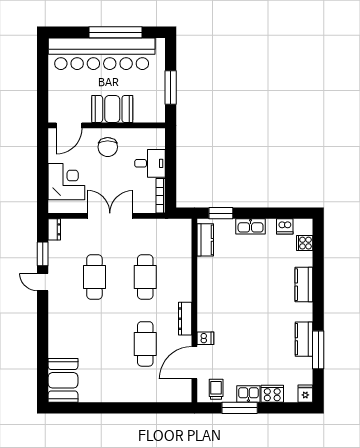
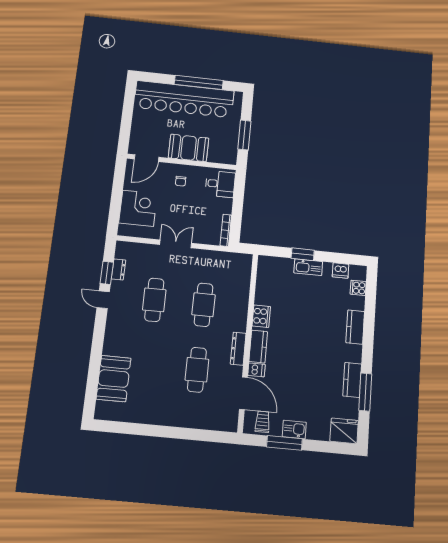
chair: (108, 147) -> (181, 181), width x0.54, depth x0.54
desk: (150, 163) -> (220, 184), moved
window: (221, 213) -> (303, 254), moved
double door: (110, 216) -> (176, 244), width x0.73
dresser: (54, 229) -> (119, 269), moved
kitchen counter: (205, 240) -> (258, 347), moved
door: (194, 363) -> (243, 393), swing flipped
booth: (63, 380) -> (114, 379), moved
cooker: (272, 394) -> (261, 316), moved, turned 90
fridge: (305, 394) -> (344, 431), width x1.88, depth x1.34

